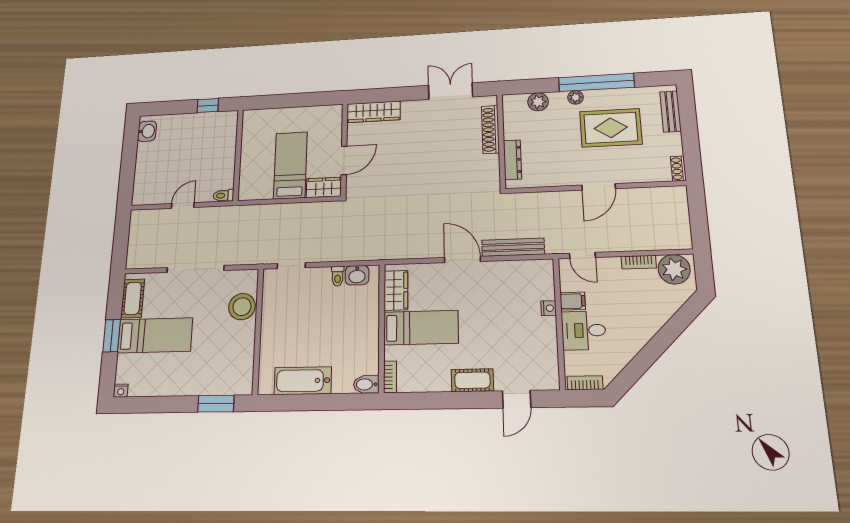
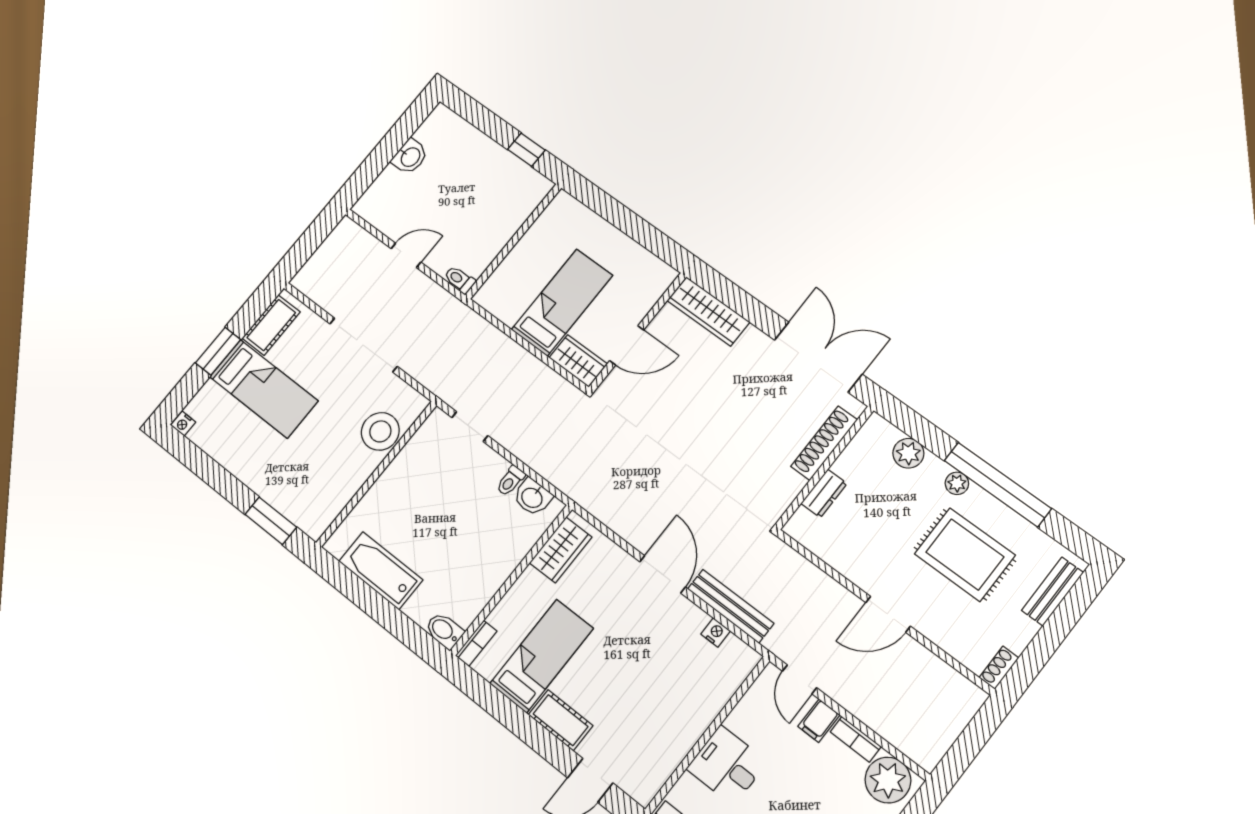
double door: (451, 91) -> (818, 357), width x1.37
washbasin: (147, 131) -> (410, 157), moved
dresser: (513, 160) -> (824, 493), width x0.70
filing cabinet: (573, 301) -> (819, 721), moved, turned 90
nightstand: (549, 308) -> (716, 632), moved, turned -90
bed: (421, 328) -> (542, 656), moved, turned -90

